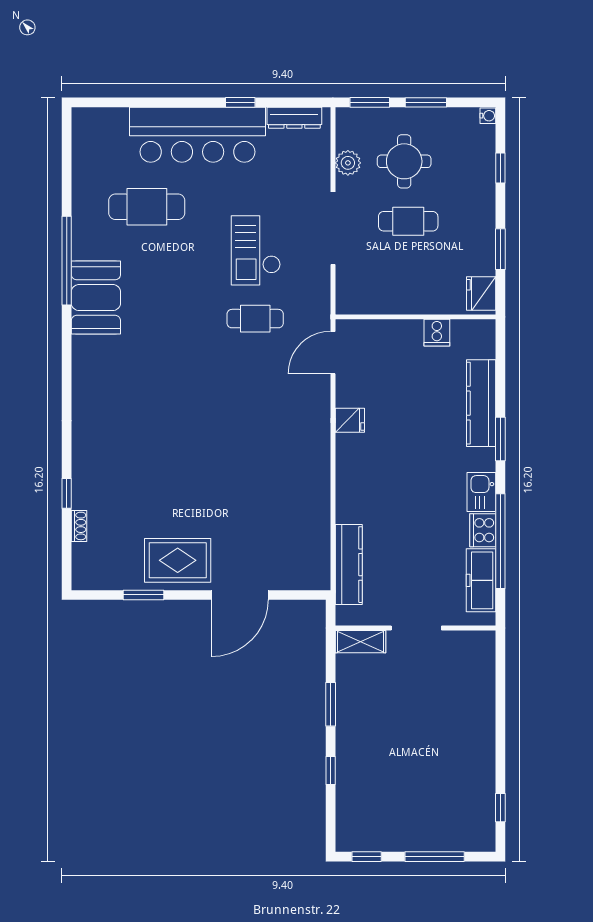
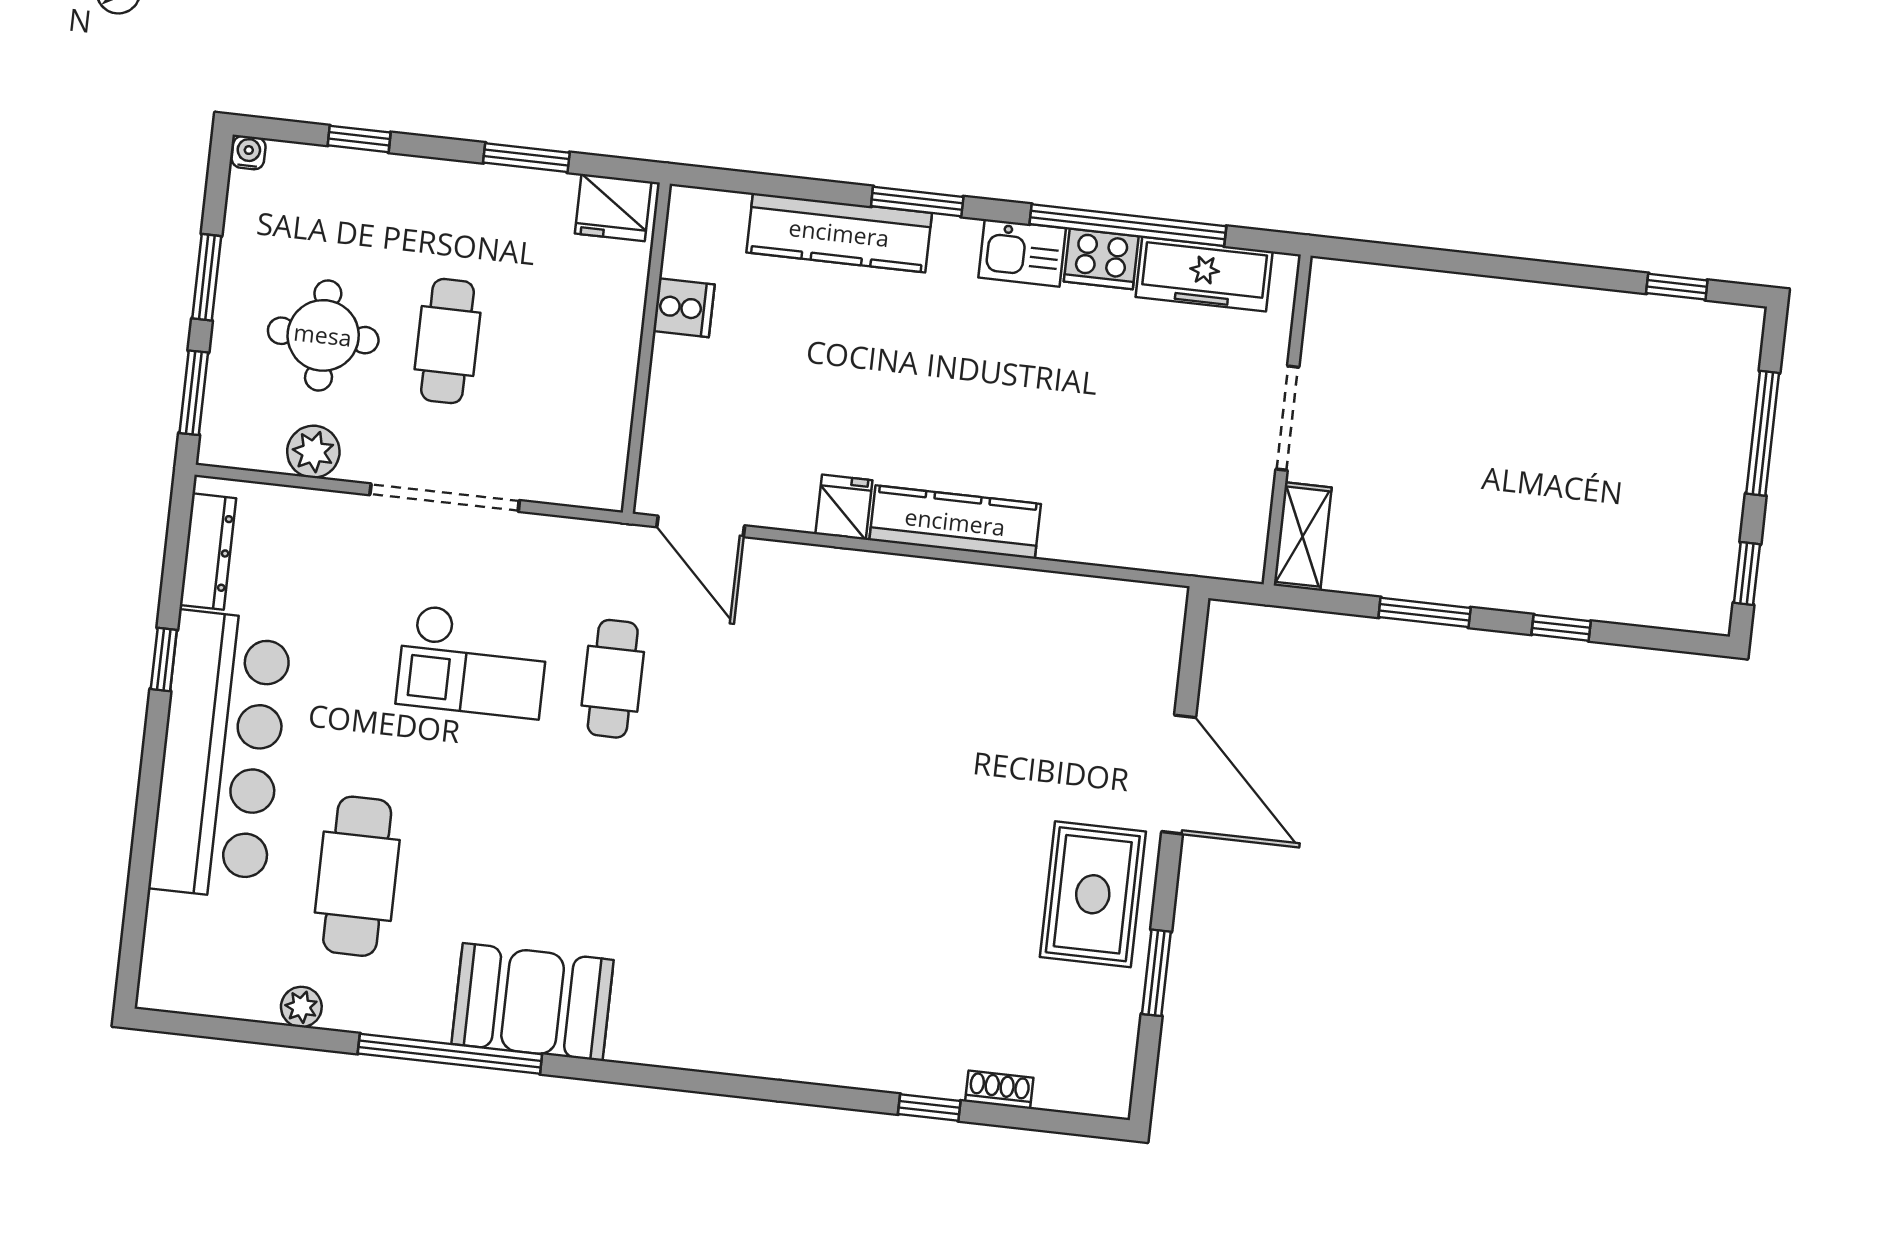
plant: (81, 187) -> (301, 1007), added
kitchen counter: (349, 565) -> (955, 522), moved

